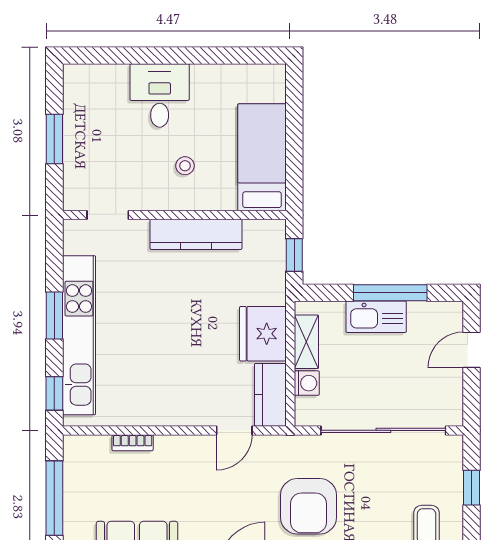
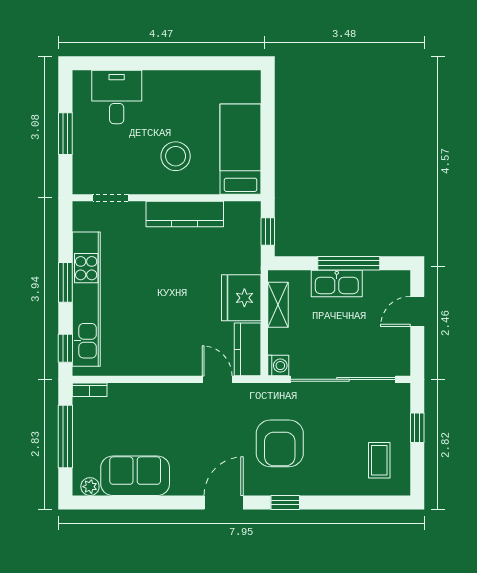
desk: (160, 95) -> (117, 97), moved
stool: (185, 166) -> (176, 156), width x1.89, depth x1.89
washing machine: (307, 383) -> (278, 366), moved
door: (234, 430) -> (217, 379), swing flipped
bookcase: (133, 443) -> (90, 390), moved

